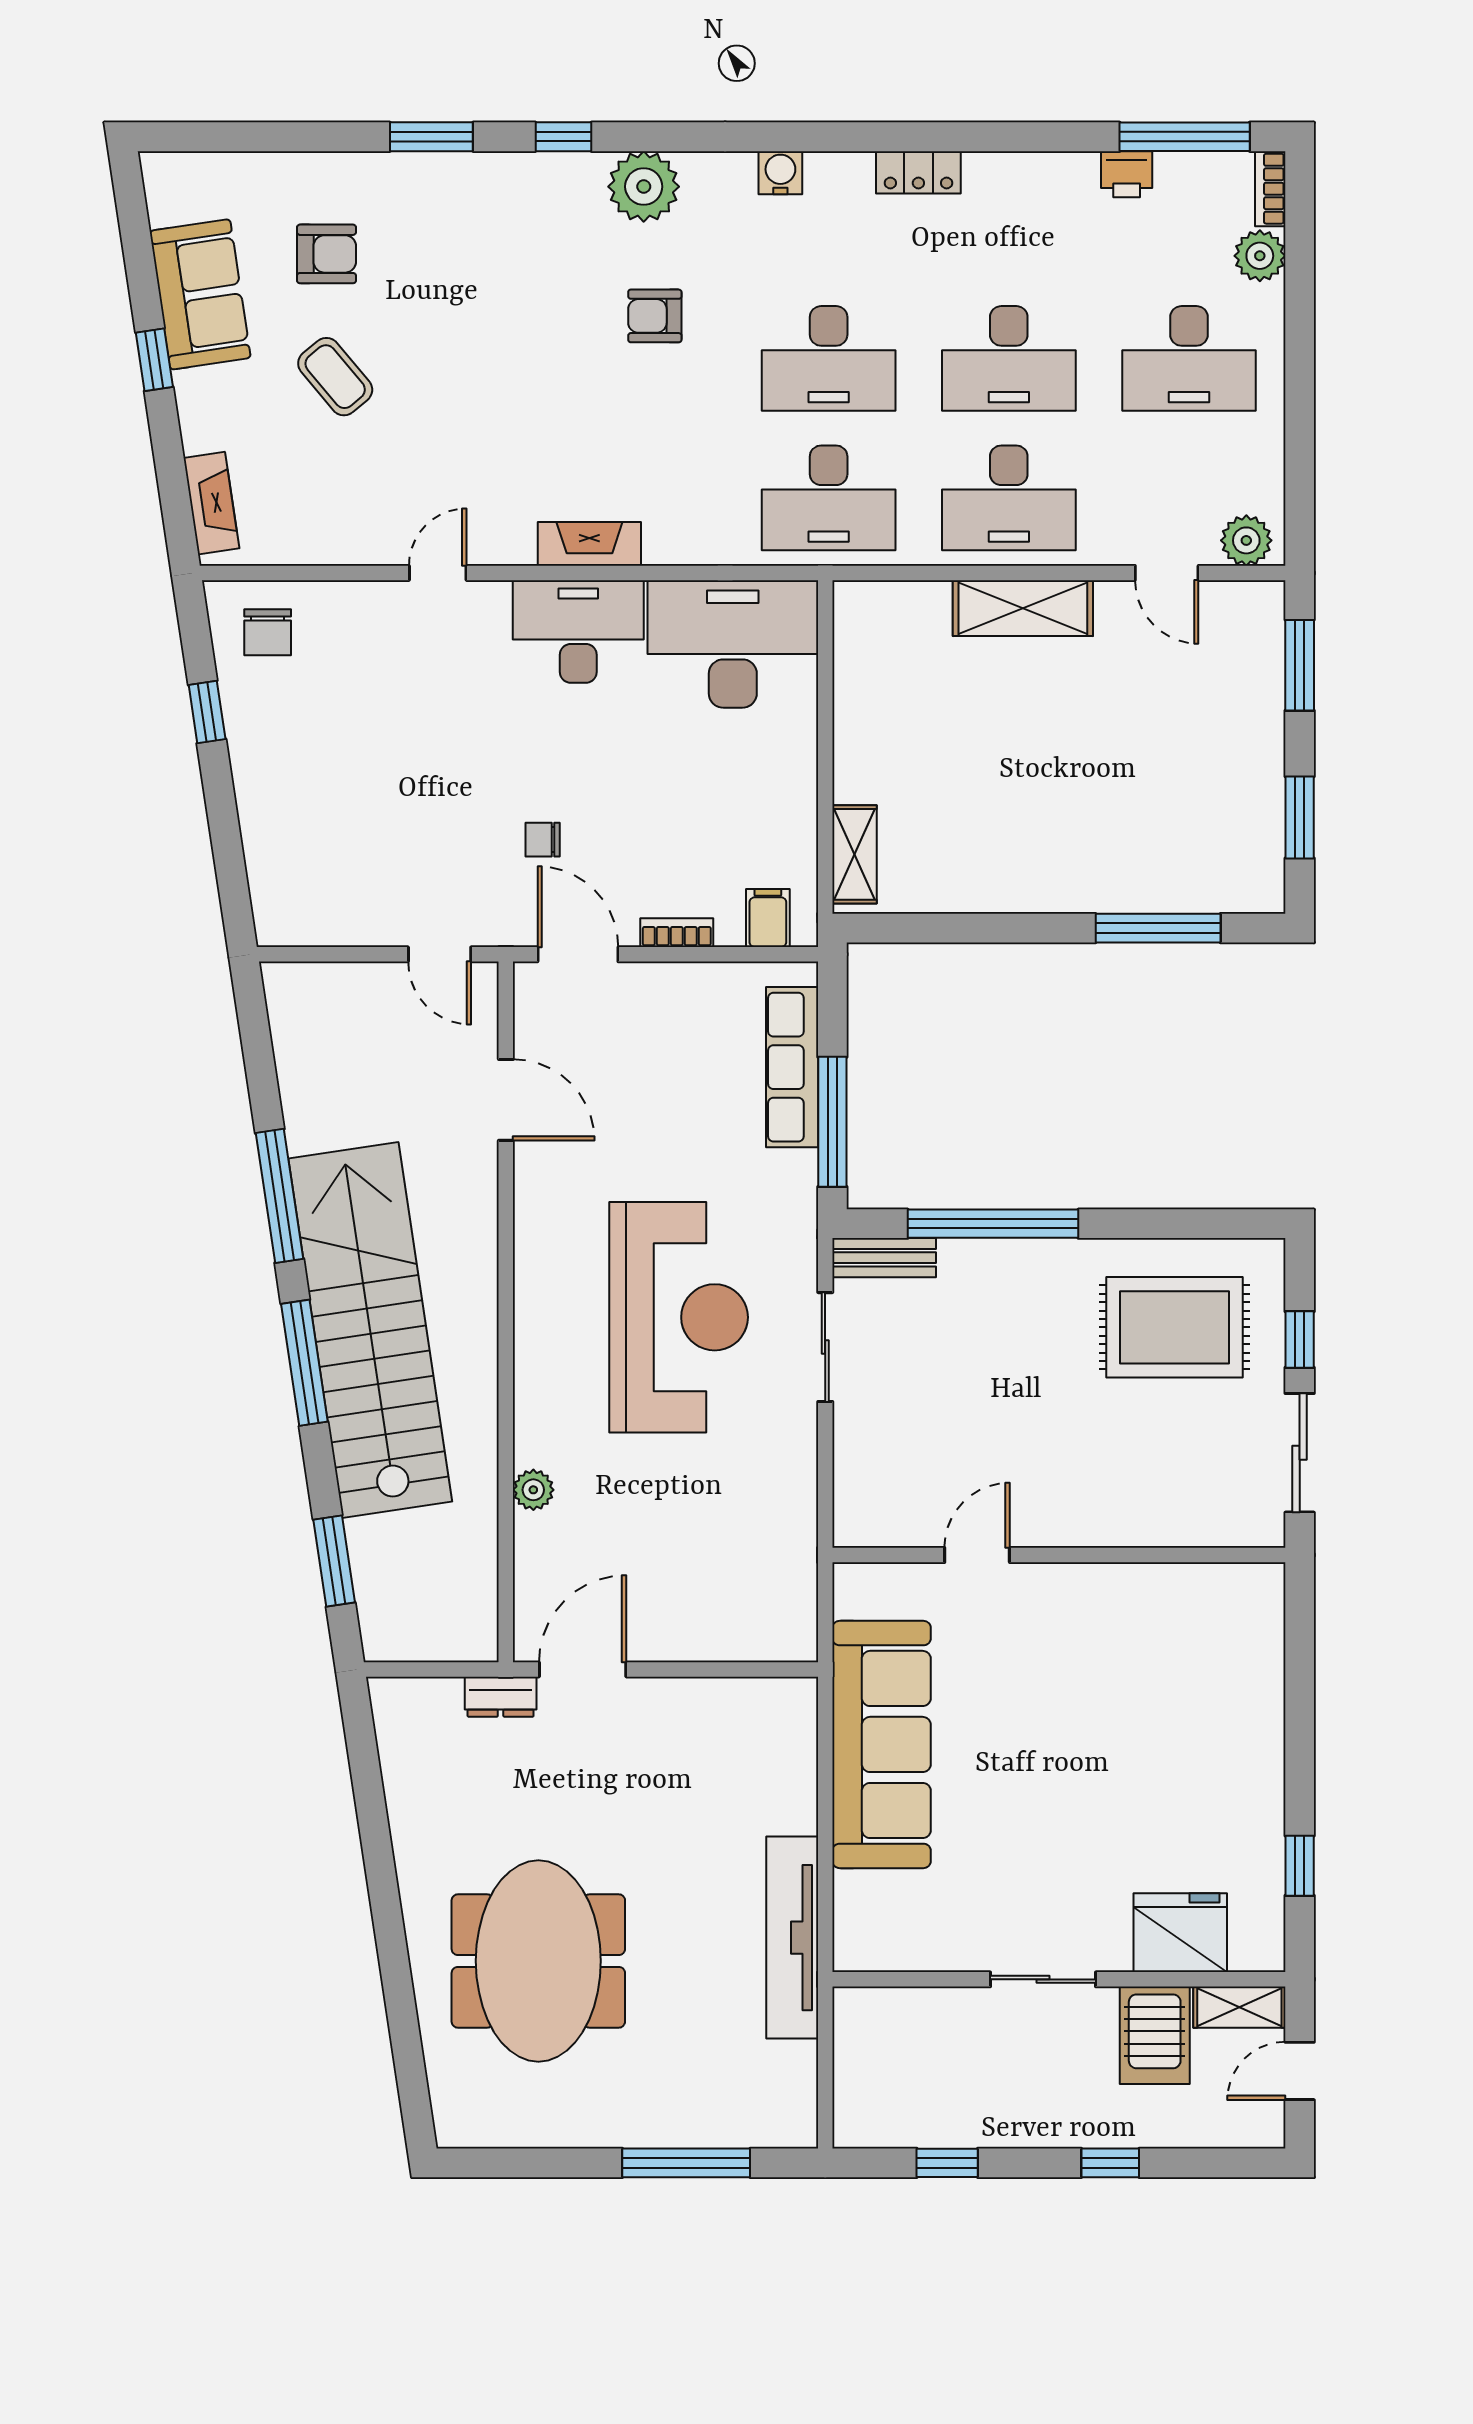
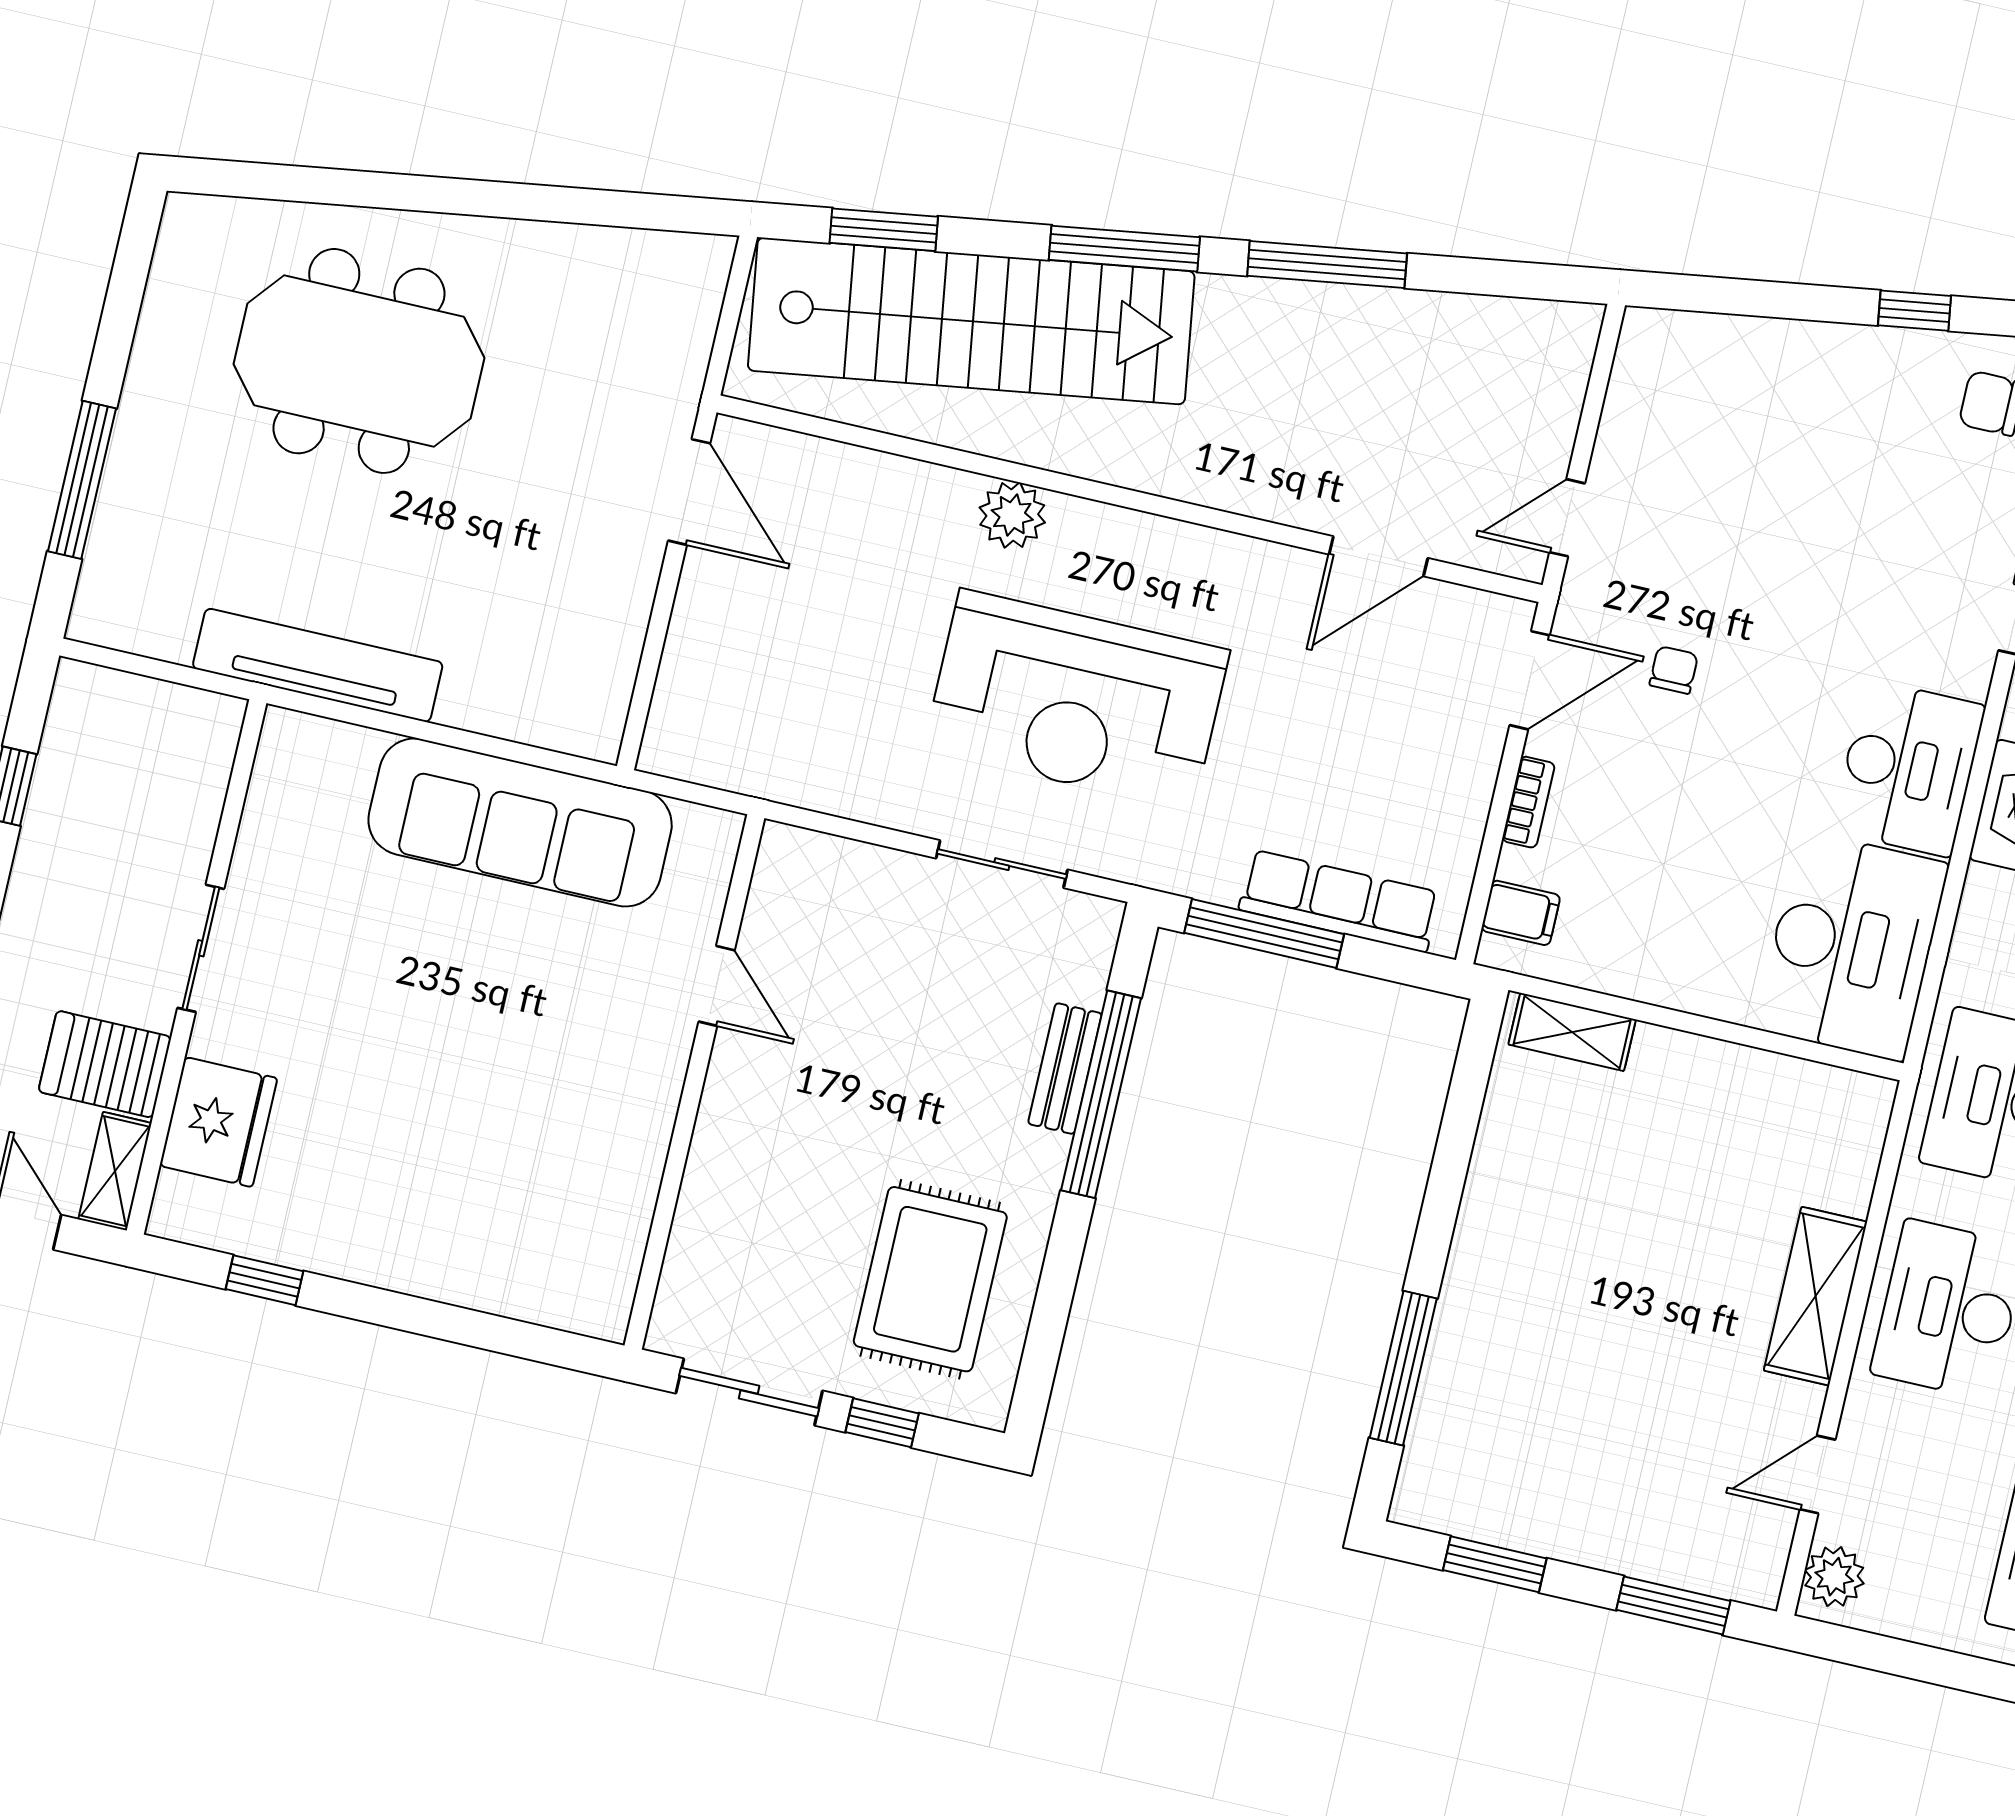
bench: (884, 1258) -> (1065, 1069), moved
stairs: (370, 1330) -> (971, 321), moved
plant: (533, 1490) -> (1012, 515), moved, width x1.38, depth x1.38
dresser: (501, 1697) -> (679, 388), removed

